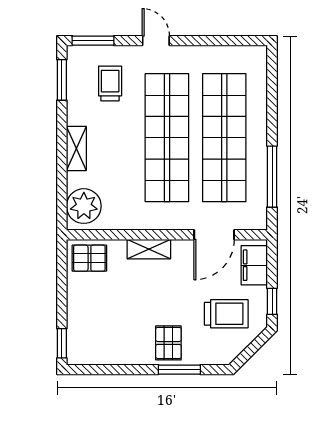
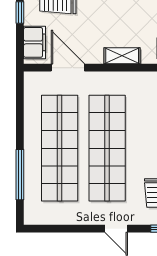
window: (272, 177) -> (20, 175), moved
door: (214, 235) -> (68, 68), hinge flipped

